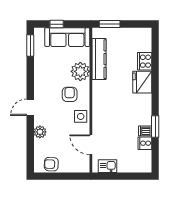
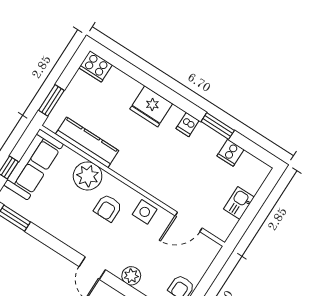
cooker: (145, 61) -> (96, 66), moved
armchair: (70, 94) -> (108, 208), turned -90
dishwasher: (145, 131) -> (188, 125), moved
kitchen sink: (108, 166) -> (239, 203), moved

